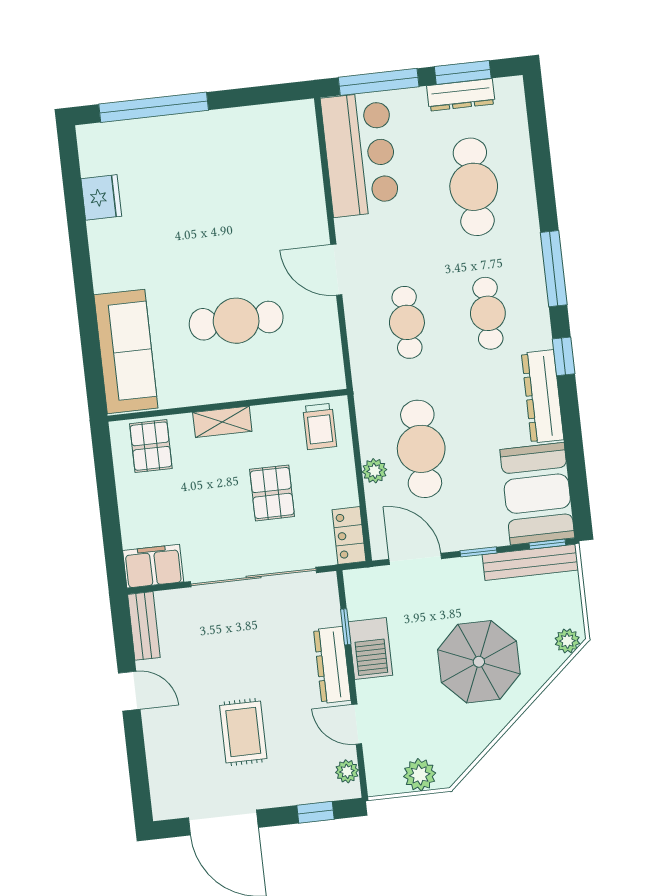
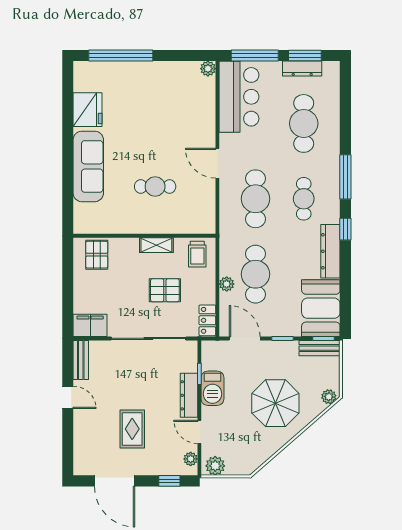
plant: (303, 113) -> (208, 69), added
fridge: (101, 197) -> (88, 110), width x1.36, depth x1.34
cafe table: (236, 321) -> (155, 187), width x0.73, depth x0.74
cafe table: (407, 322) -> (255, 199), width x1.37, depth x1.35
sofa: (126, 351) -> (88, 166), moved
shelving: (222, 422) -> (156, 245), moved
pallet: (272, 493) -> (165, 290), turned 90
bench: (530, 562) -> (320, 348), width x0.73
plant: (420, 775) -> (215, 466), moved

